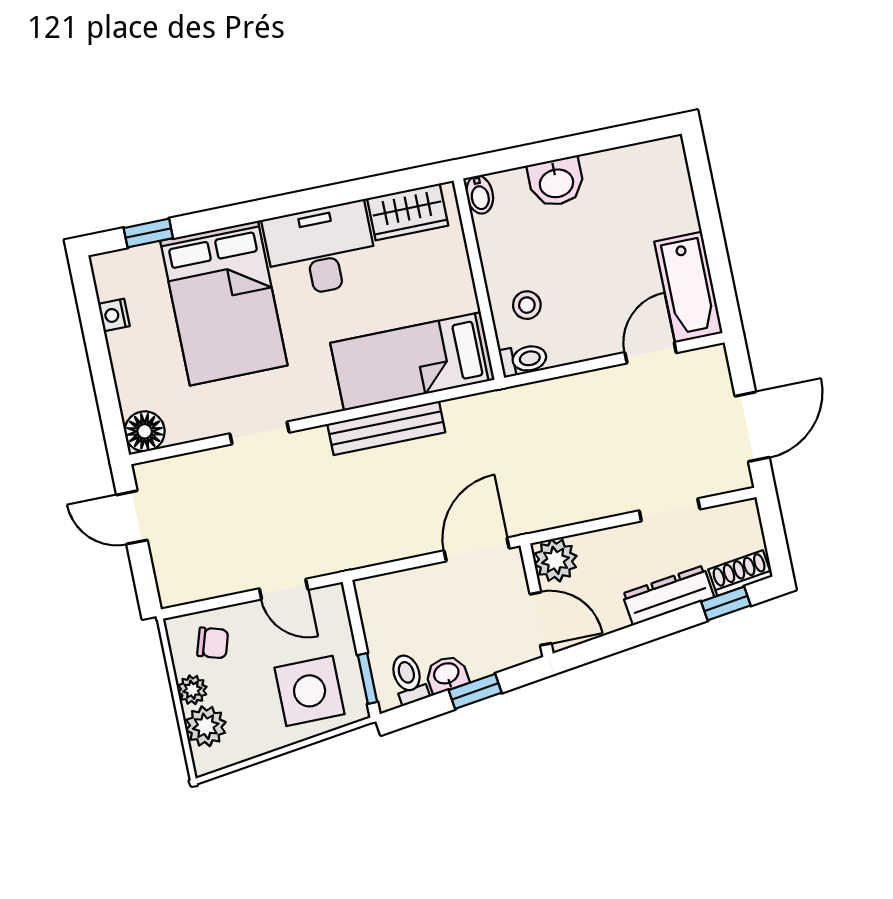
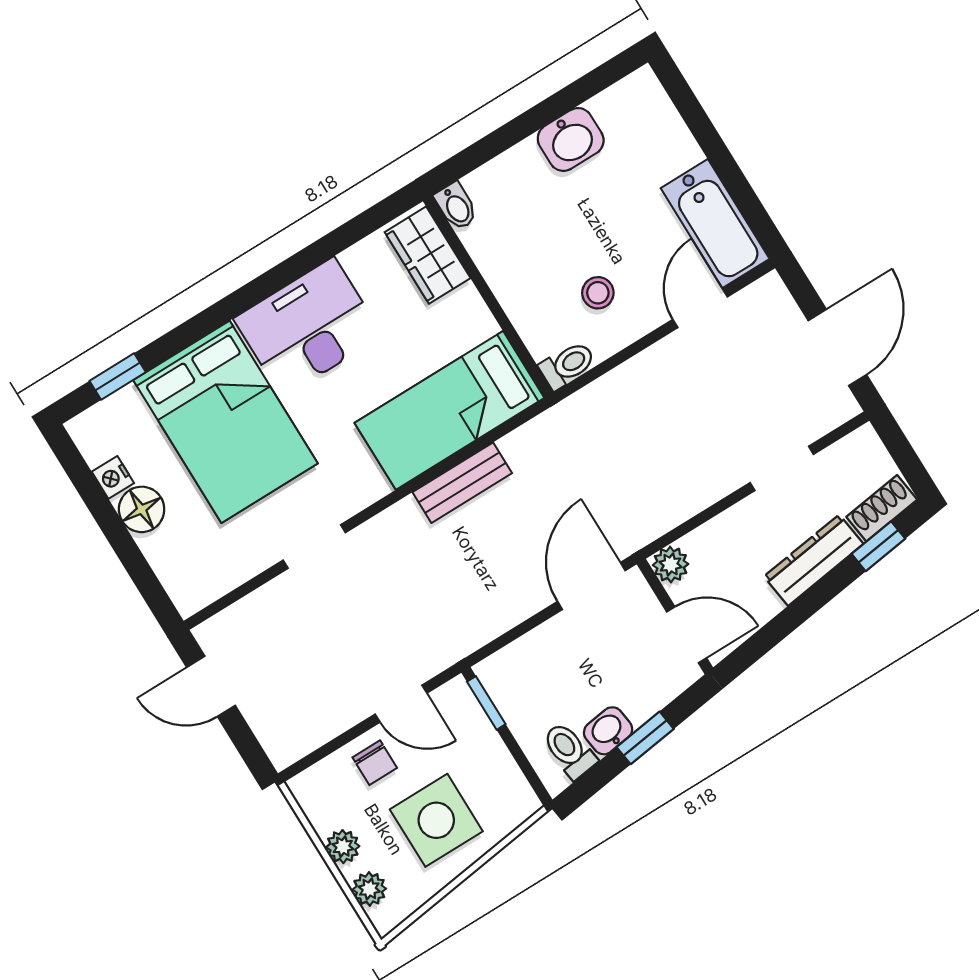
washbasin: (556, 182) -> (571, 139), moved
wardrobe: (408, 212) -> (428, 255), moved, turned 90
stool: (527, 305) -> (598, 293), moved
bench: (386, 428) -> (462, 483), width x0.73
floor lamp: (145, 431) -> (142, 509), moved
plant: (556, 560) -> (671, 565), width x0.73, depth x0.73
chair: (213, 643) -> (375, 763), moved, turned 73
window: (368, 679) -> (486, 703), moved
side table: (310, 691) -> (436, 820), moved
plant: (206, 726) -> (369, 889), width x0.73, depth x0.73

